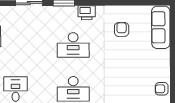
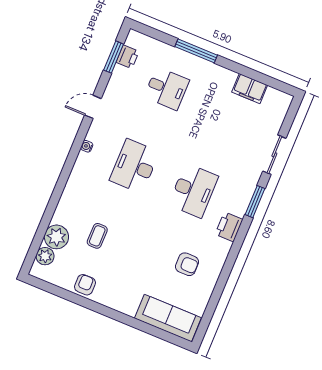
desk: (73, 45) -> (193, 191), turned 180
coffee table: (127, 94) -> (97, 236), added

